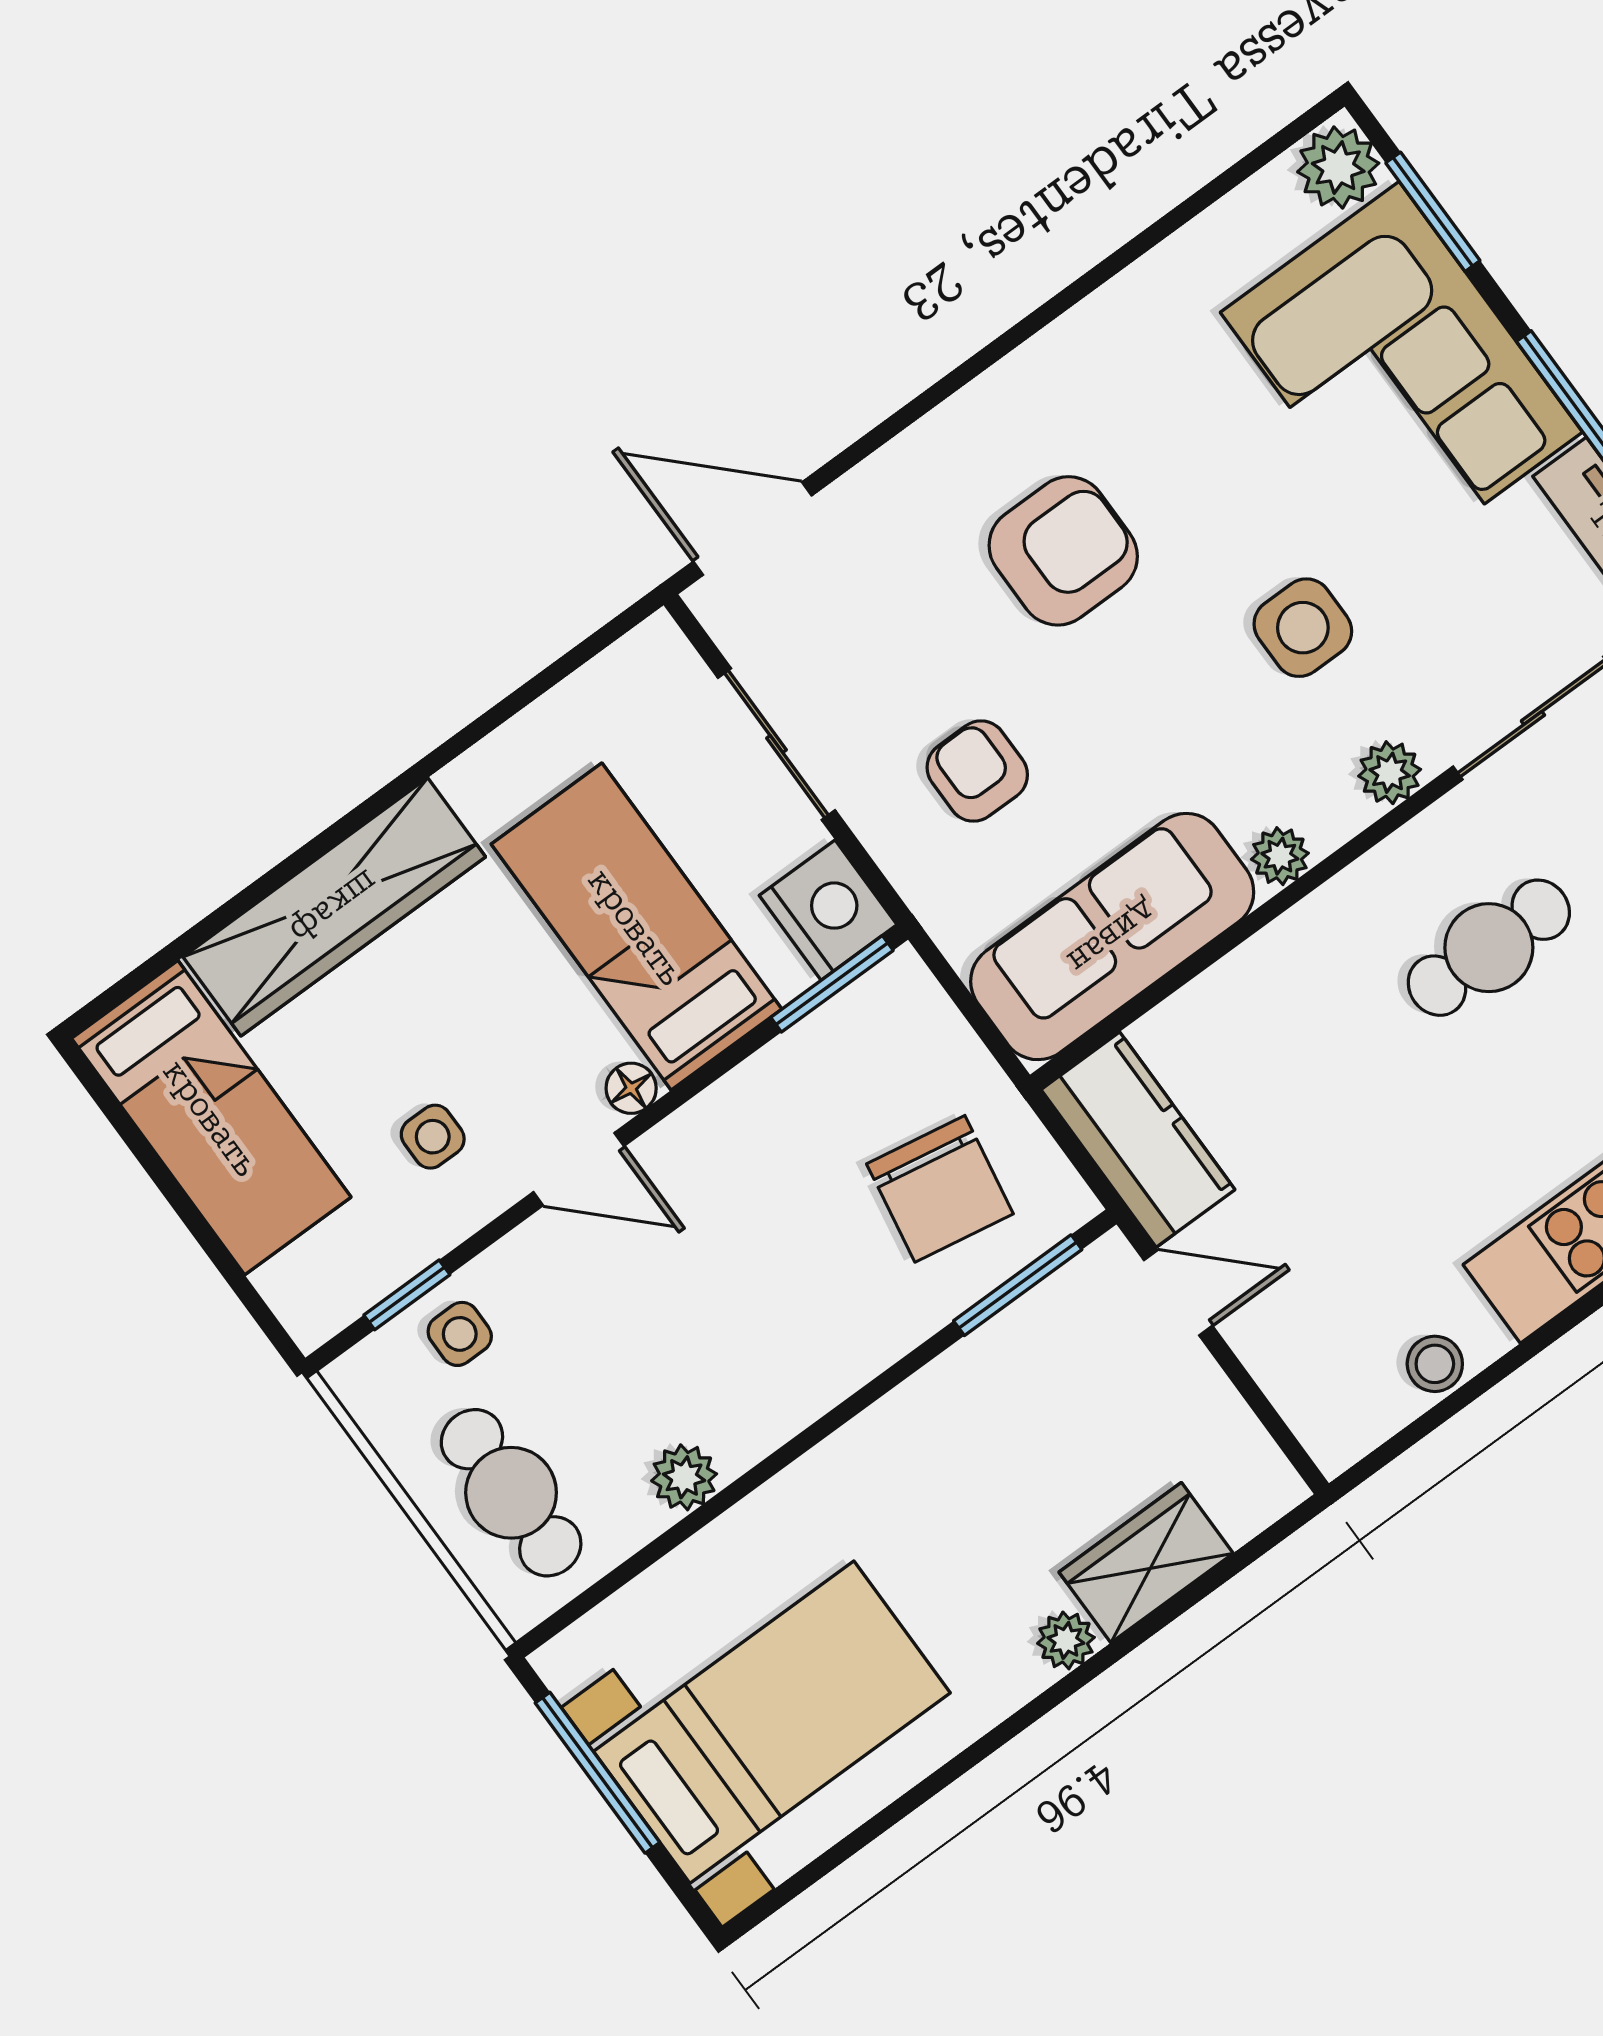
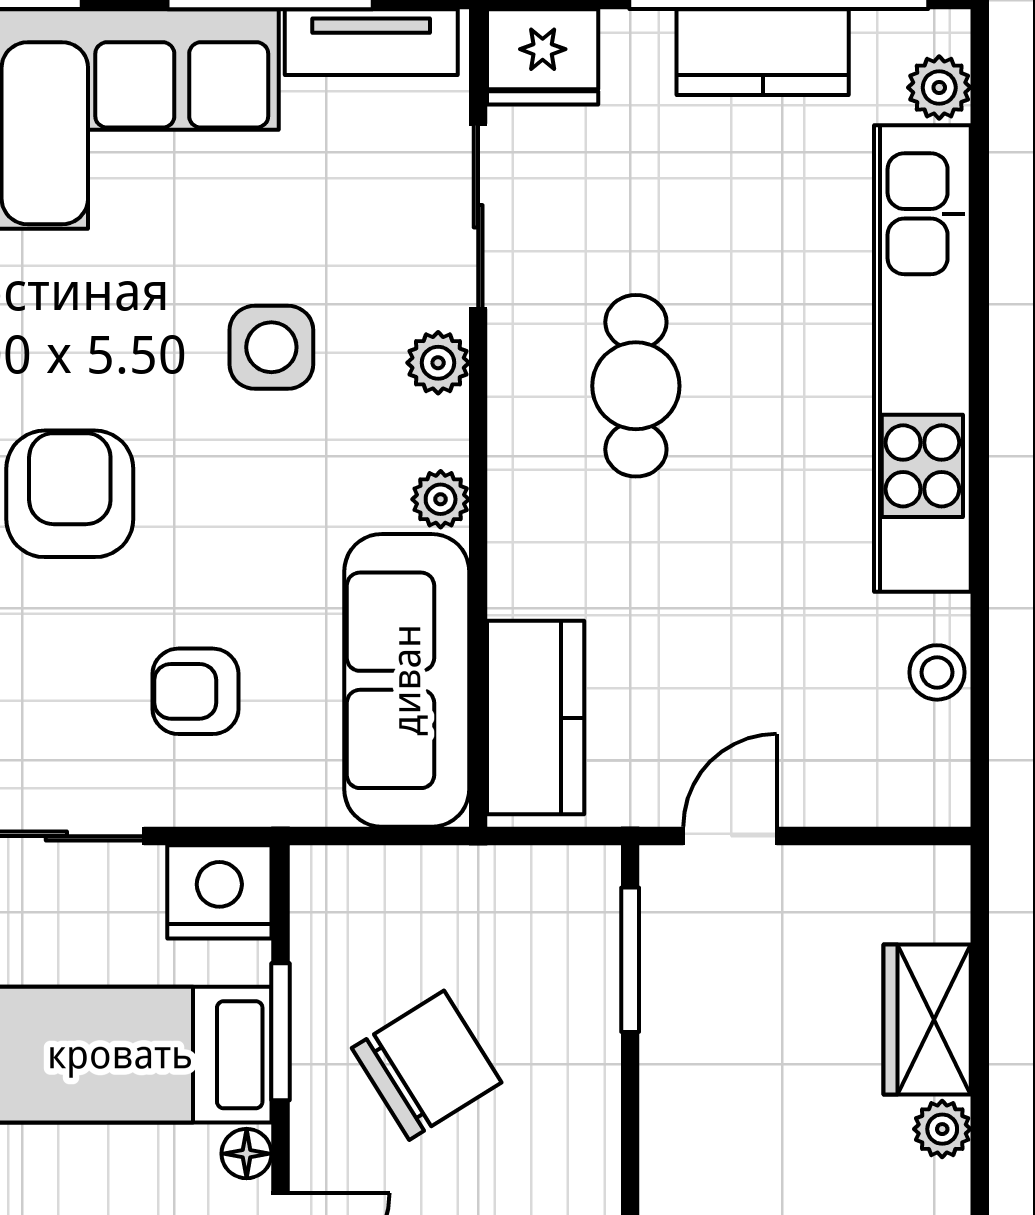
window: (832, 984) -> (281, 1032), moved
kitchen counter: (1138, 1140) -> (536, 718), moved, turned 90
chair: (940, 1189) -> (427, 1065), moved, turned -42

